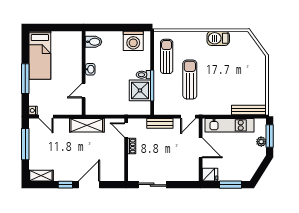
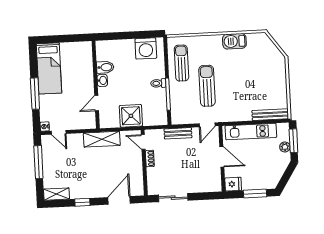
bidet: (94, 42) -> (105, 67), moved
shower: (140, 90) -> (131, 116), moved
door: (89, 185) -> (119, 200), moved

